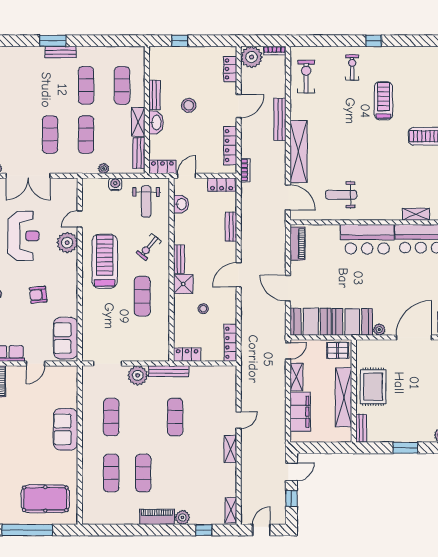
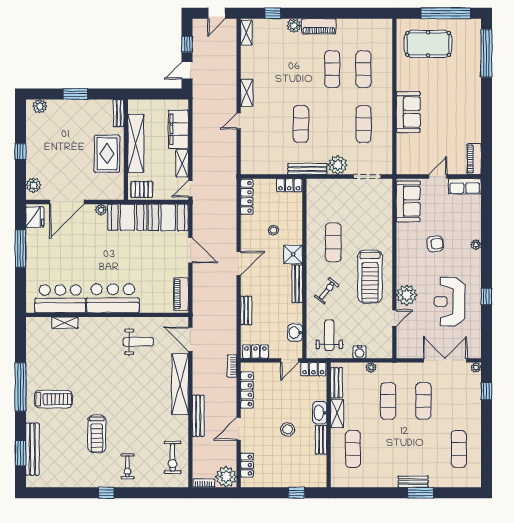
exercise mat: (86, 85) -> (459, 449), moved
bench: (179, 259) -> (297, 284), width x1.36

